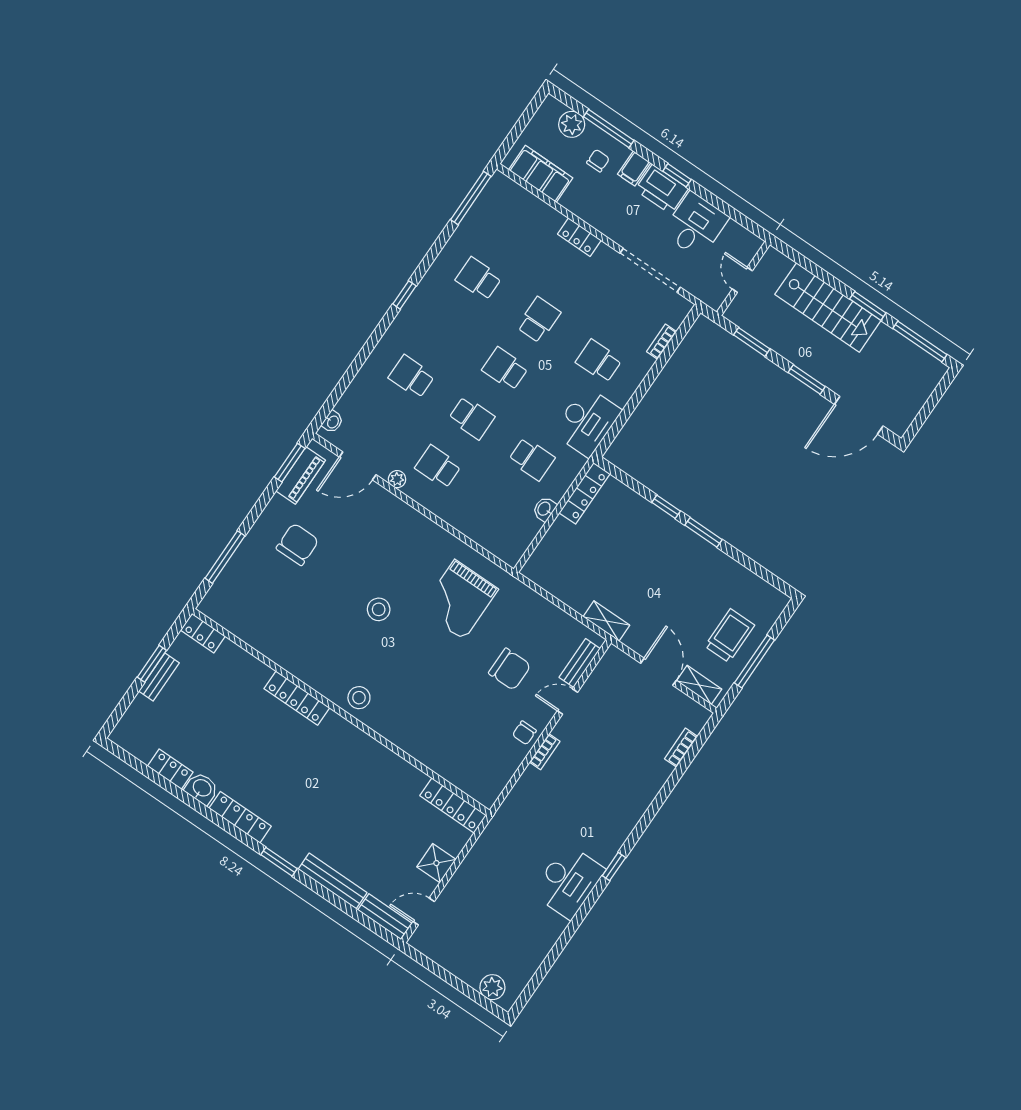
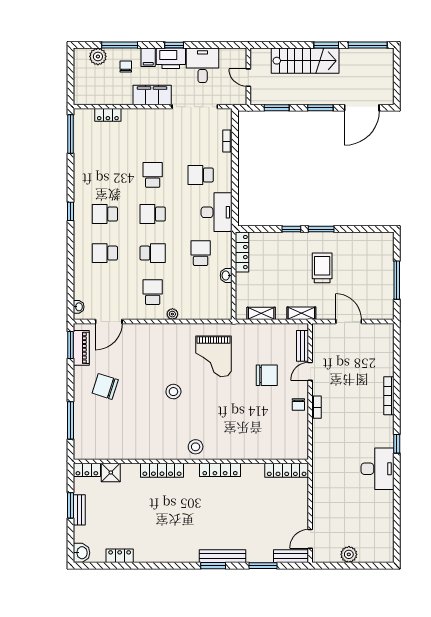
filing cabinet: (541, 174) -> (152, 95), moved
locker: (579, 237) -> (108, 115), moved
school desk: (479, 279) -> (105, 214), moved
school desk: (532, 459) -> (201, 253), turned -90
school desk: (438, 467) -> (153, 292), turned 90
plant: (397, 479) -> (172, 314), moved
chair: (298, 544) -> (105, 386), turned -72
trolley: (730, 636) -> (322, 268), moved
shelving: (699, 685) -> (261, 313), moved
bookcase: (681, 748) -> (389, 396), moved, width x1.56
washbasin: (202, 788) -> (82, 553), moved, turned 90
locker: (240, 817) -> (220, 470), moved, turned 180
shower: (436, 863) -> (111, 472), moved
bench: (333, 881) -> (222, 556), moved
window: (342, 904) -> (263, 566), added
plant: (492, 987) -> (349, 554), moved

